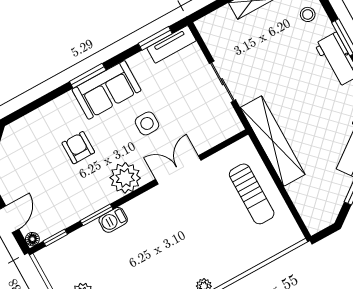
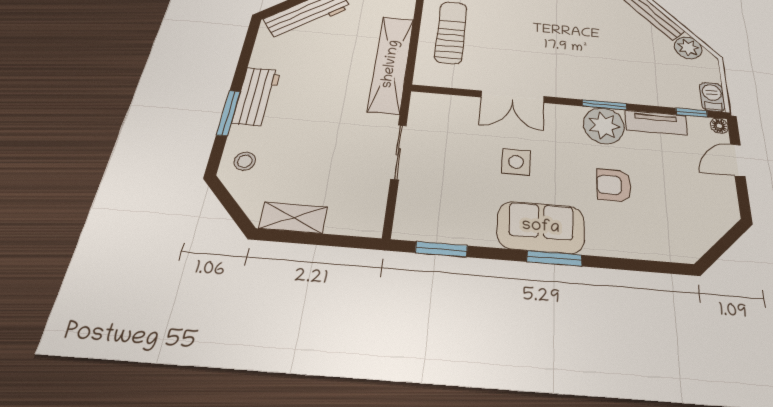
tv unit: (172, 44) -> (656, 123), moved, turned 180
armchair: (78, 148) -> (614, 185), turned 90
plant: (125, 178) -> (604, 126), moved
window: (97, 215) -> (604, 105), moved
barbecue: (113, 220) -> (712, 97), moved, turned -90

